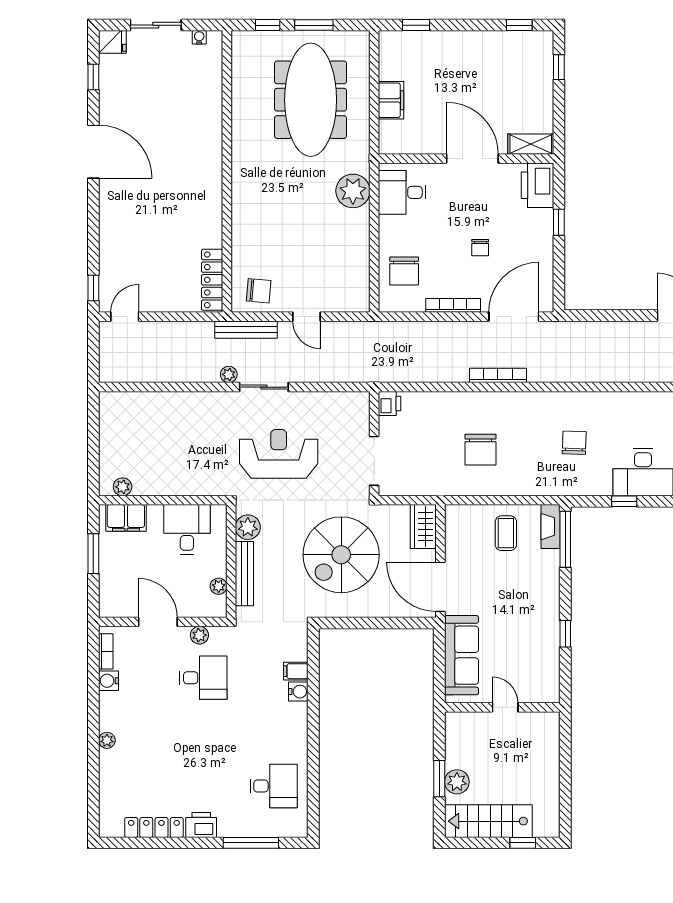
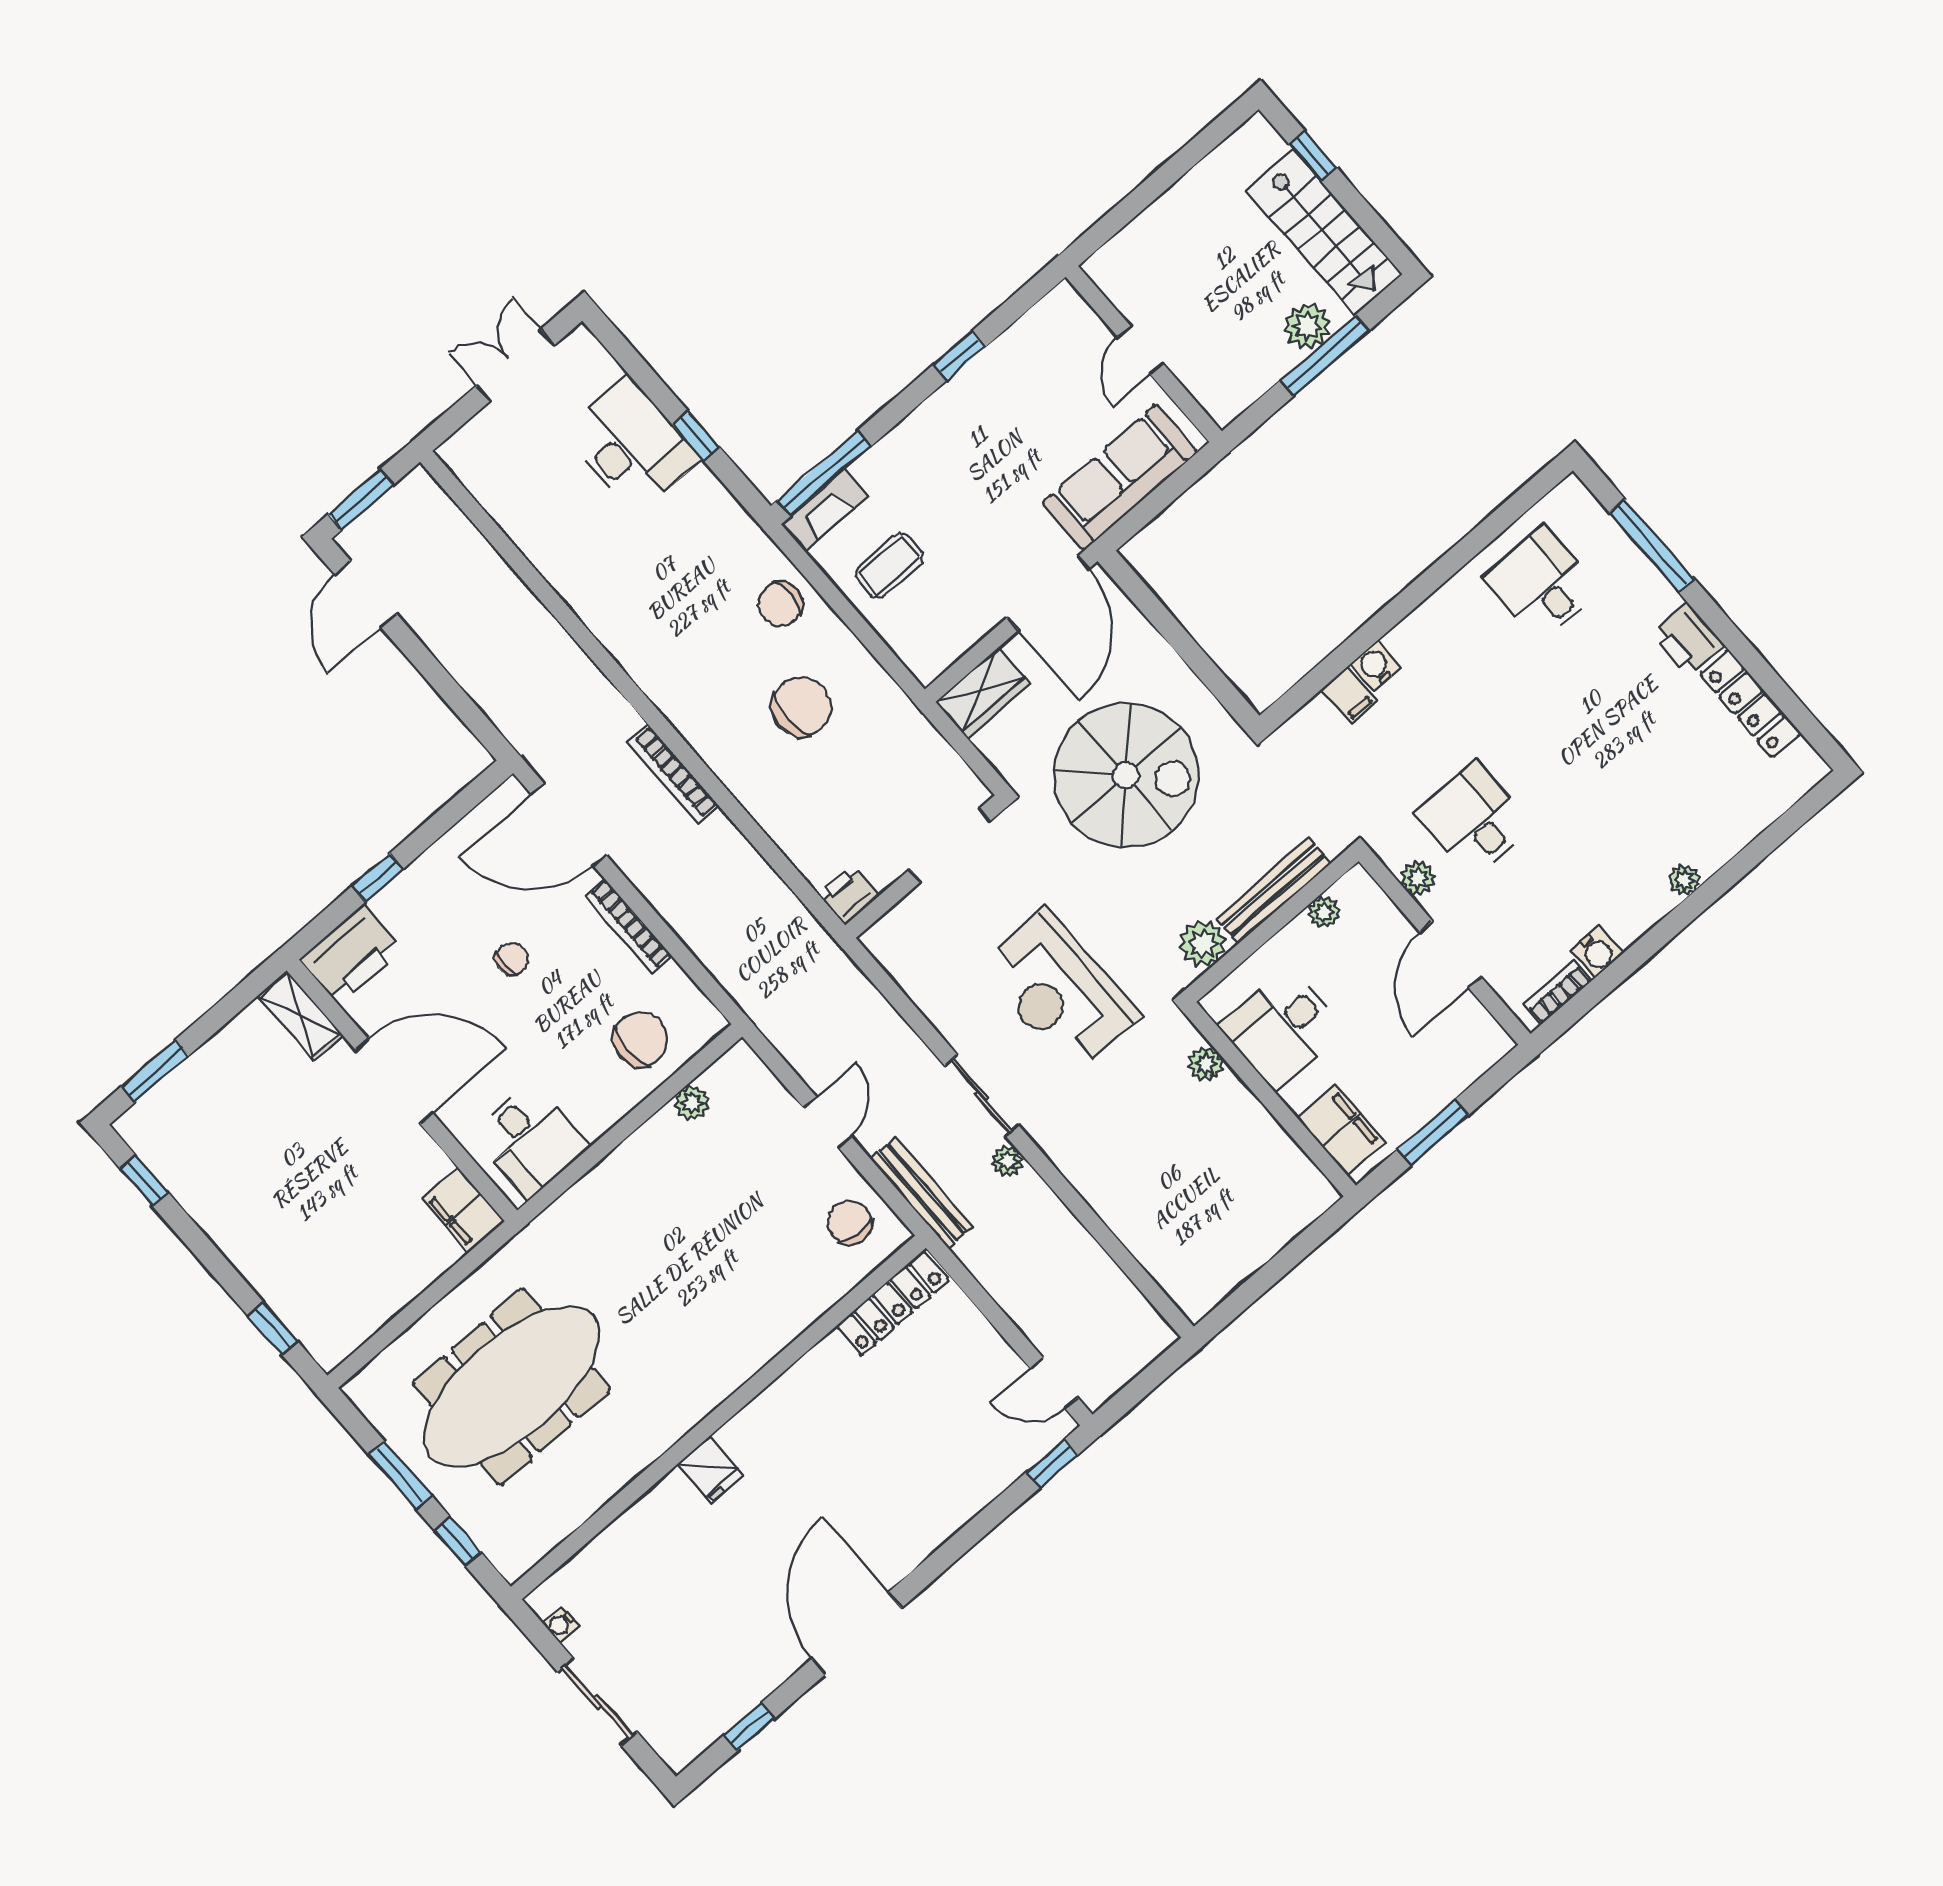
fridge: (112, 42) -> (710, 1470), moved, turned 180
window: (559, 67) -> (155, 1071), width x1.50
filing cabinet: (391, 100) -> (463, 1210), moved, turned -90
door: (472, 159) -> (394, 1081), swing flipped
plant: (353, 191) -> (692, 1103), moved, width x0.53, depth x0.53
chair: (574, 443) -> (780, 604), moved
plant: (123, 487) -> (1206, 1064), moved
window: (439, 779) -> (1325, 355), width x1.44

